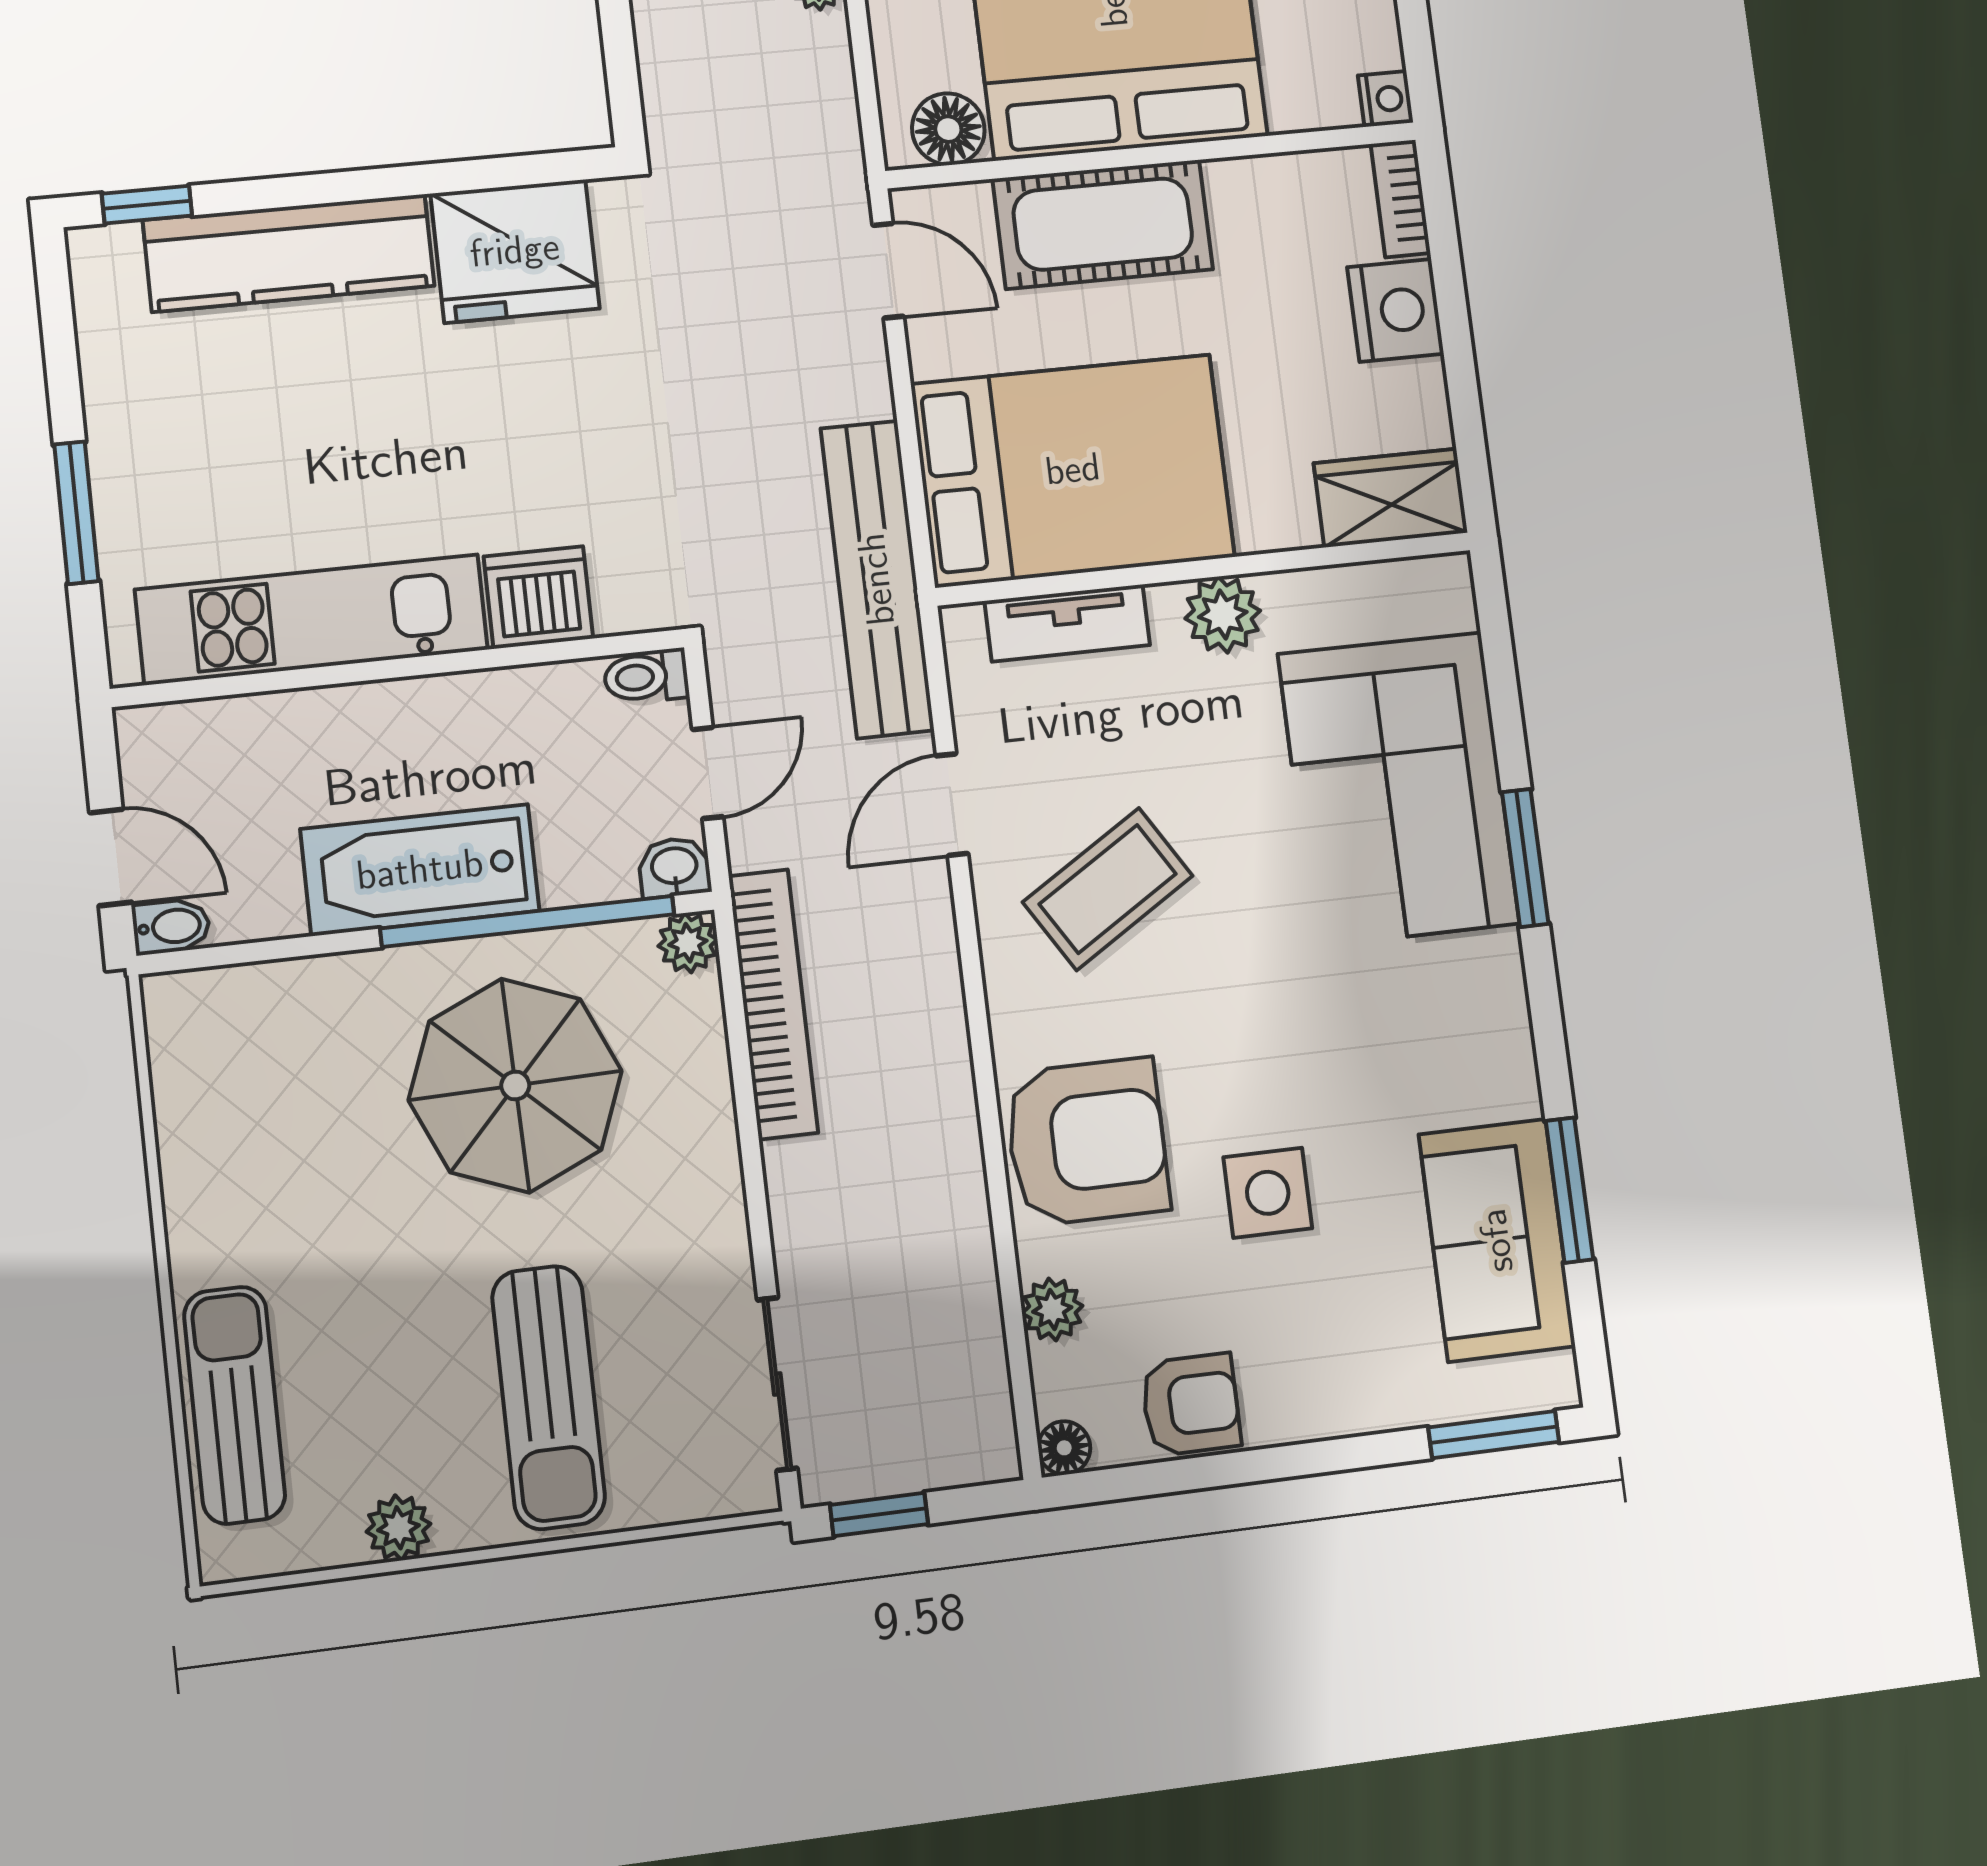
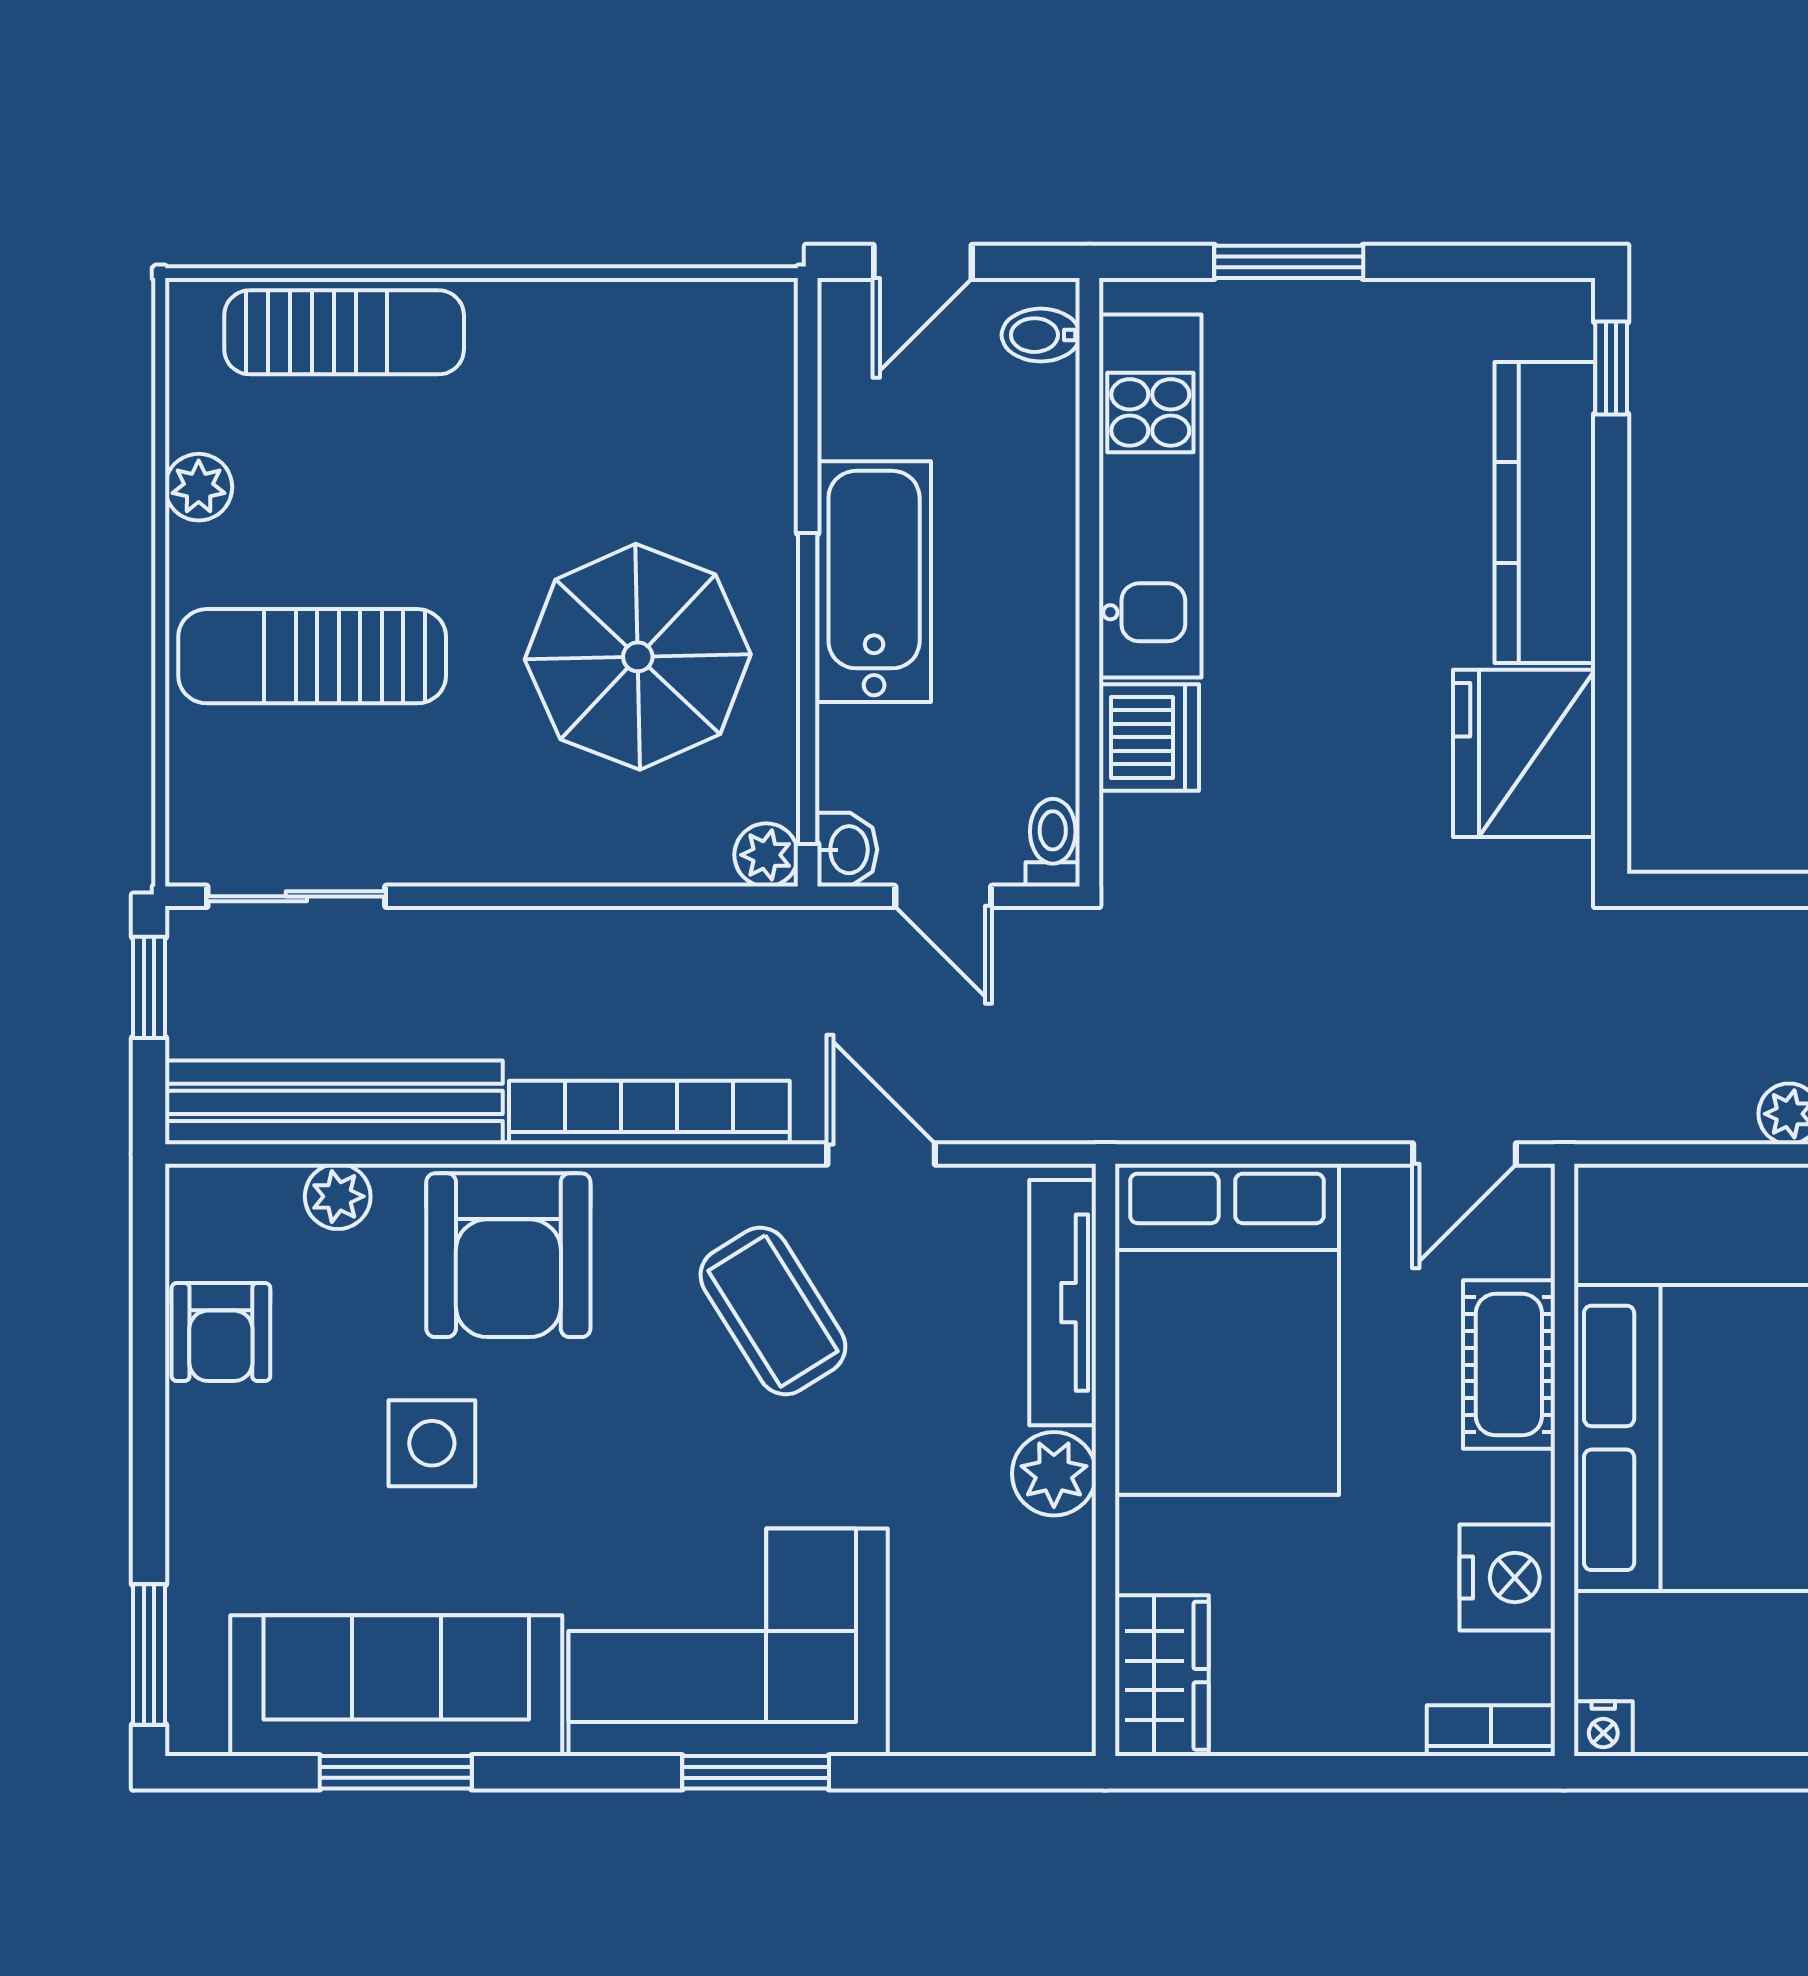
floor lamp: (948, 129) -> (1614, 1238), removed
cot: (1103, 224) -> (1509, 1365), width x0.73, depth x0.75
nightstand: (1396, 310) -> (1507, 1577), moved, turned -90
bench: (877, 579) -> (334, 1102), moved
tv unit: (1067, 623) -> (1063, 1303), width x1.41
corner sofa: (1398, 789) -> (728, 1642), moved
bidet: (171, 926) -> (1041, 335), moved, turned 90
bookcase: (773, 1004) -> (649, 1112), moved, turned 180
sofa: (1497, 1240) -> (396, 1686), width x1.36
floor lamp: (1064, 1448) -> (193, 1191), removed

